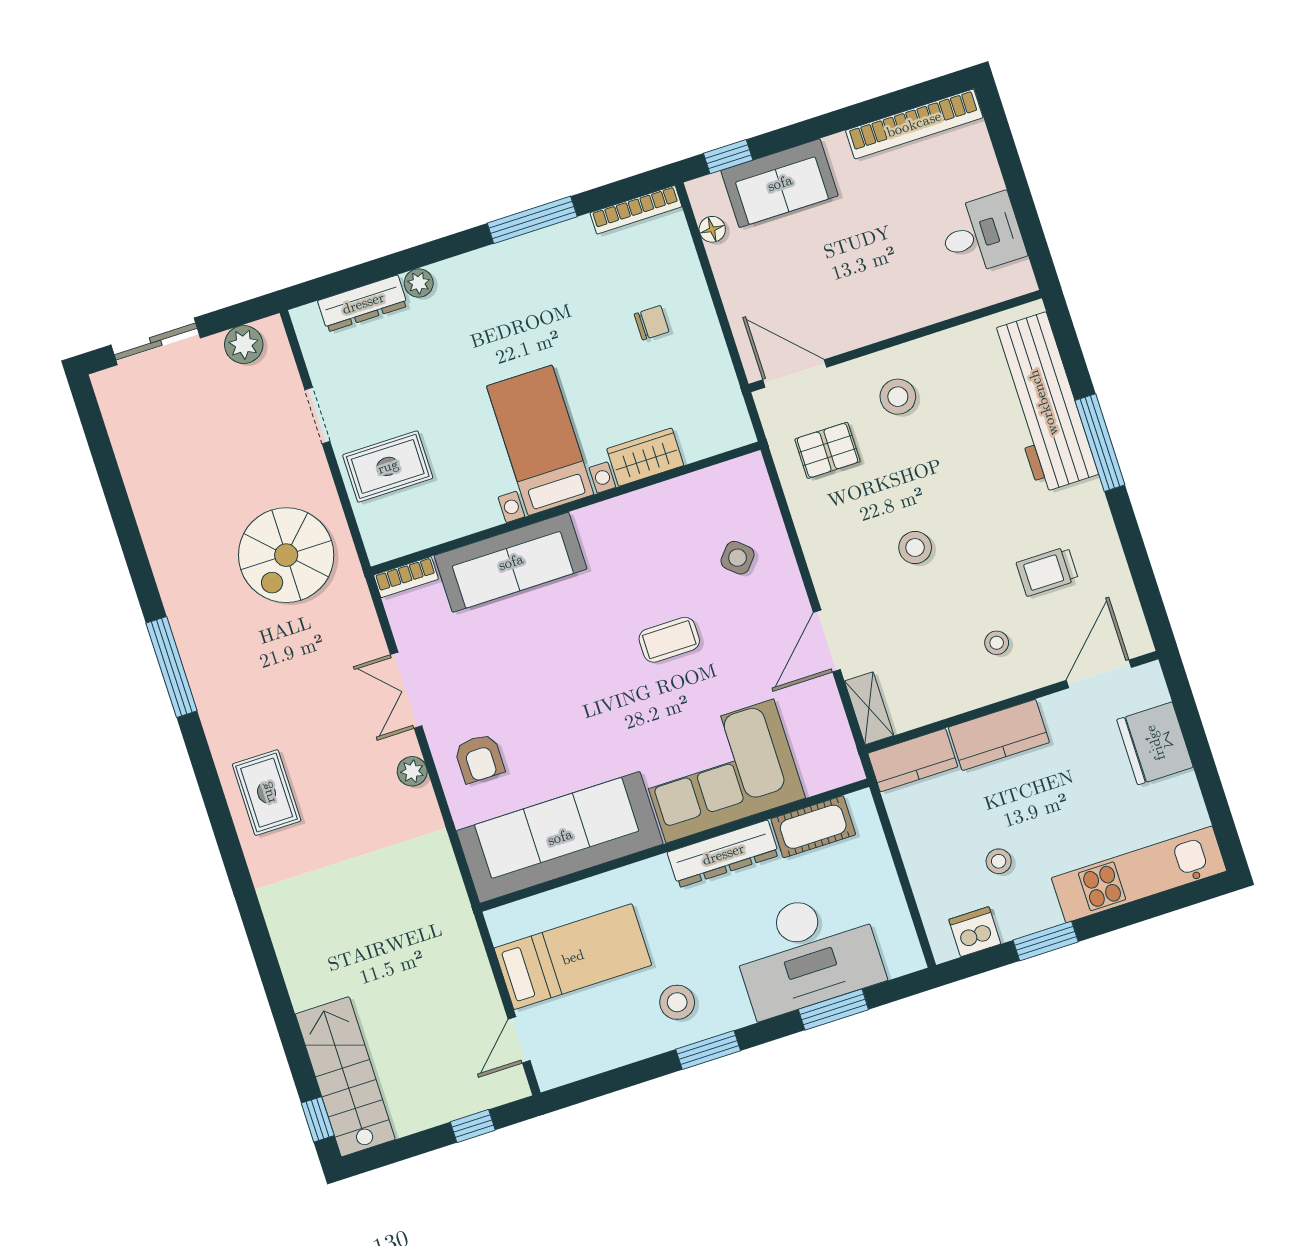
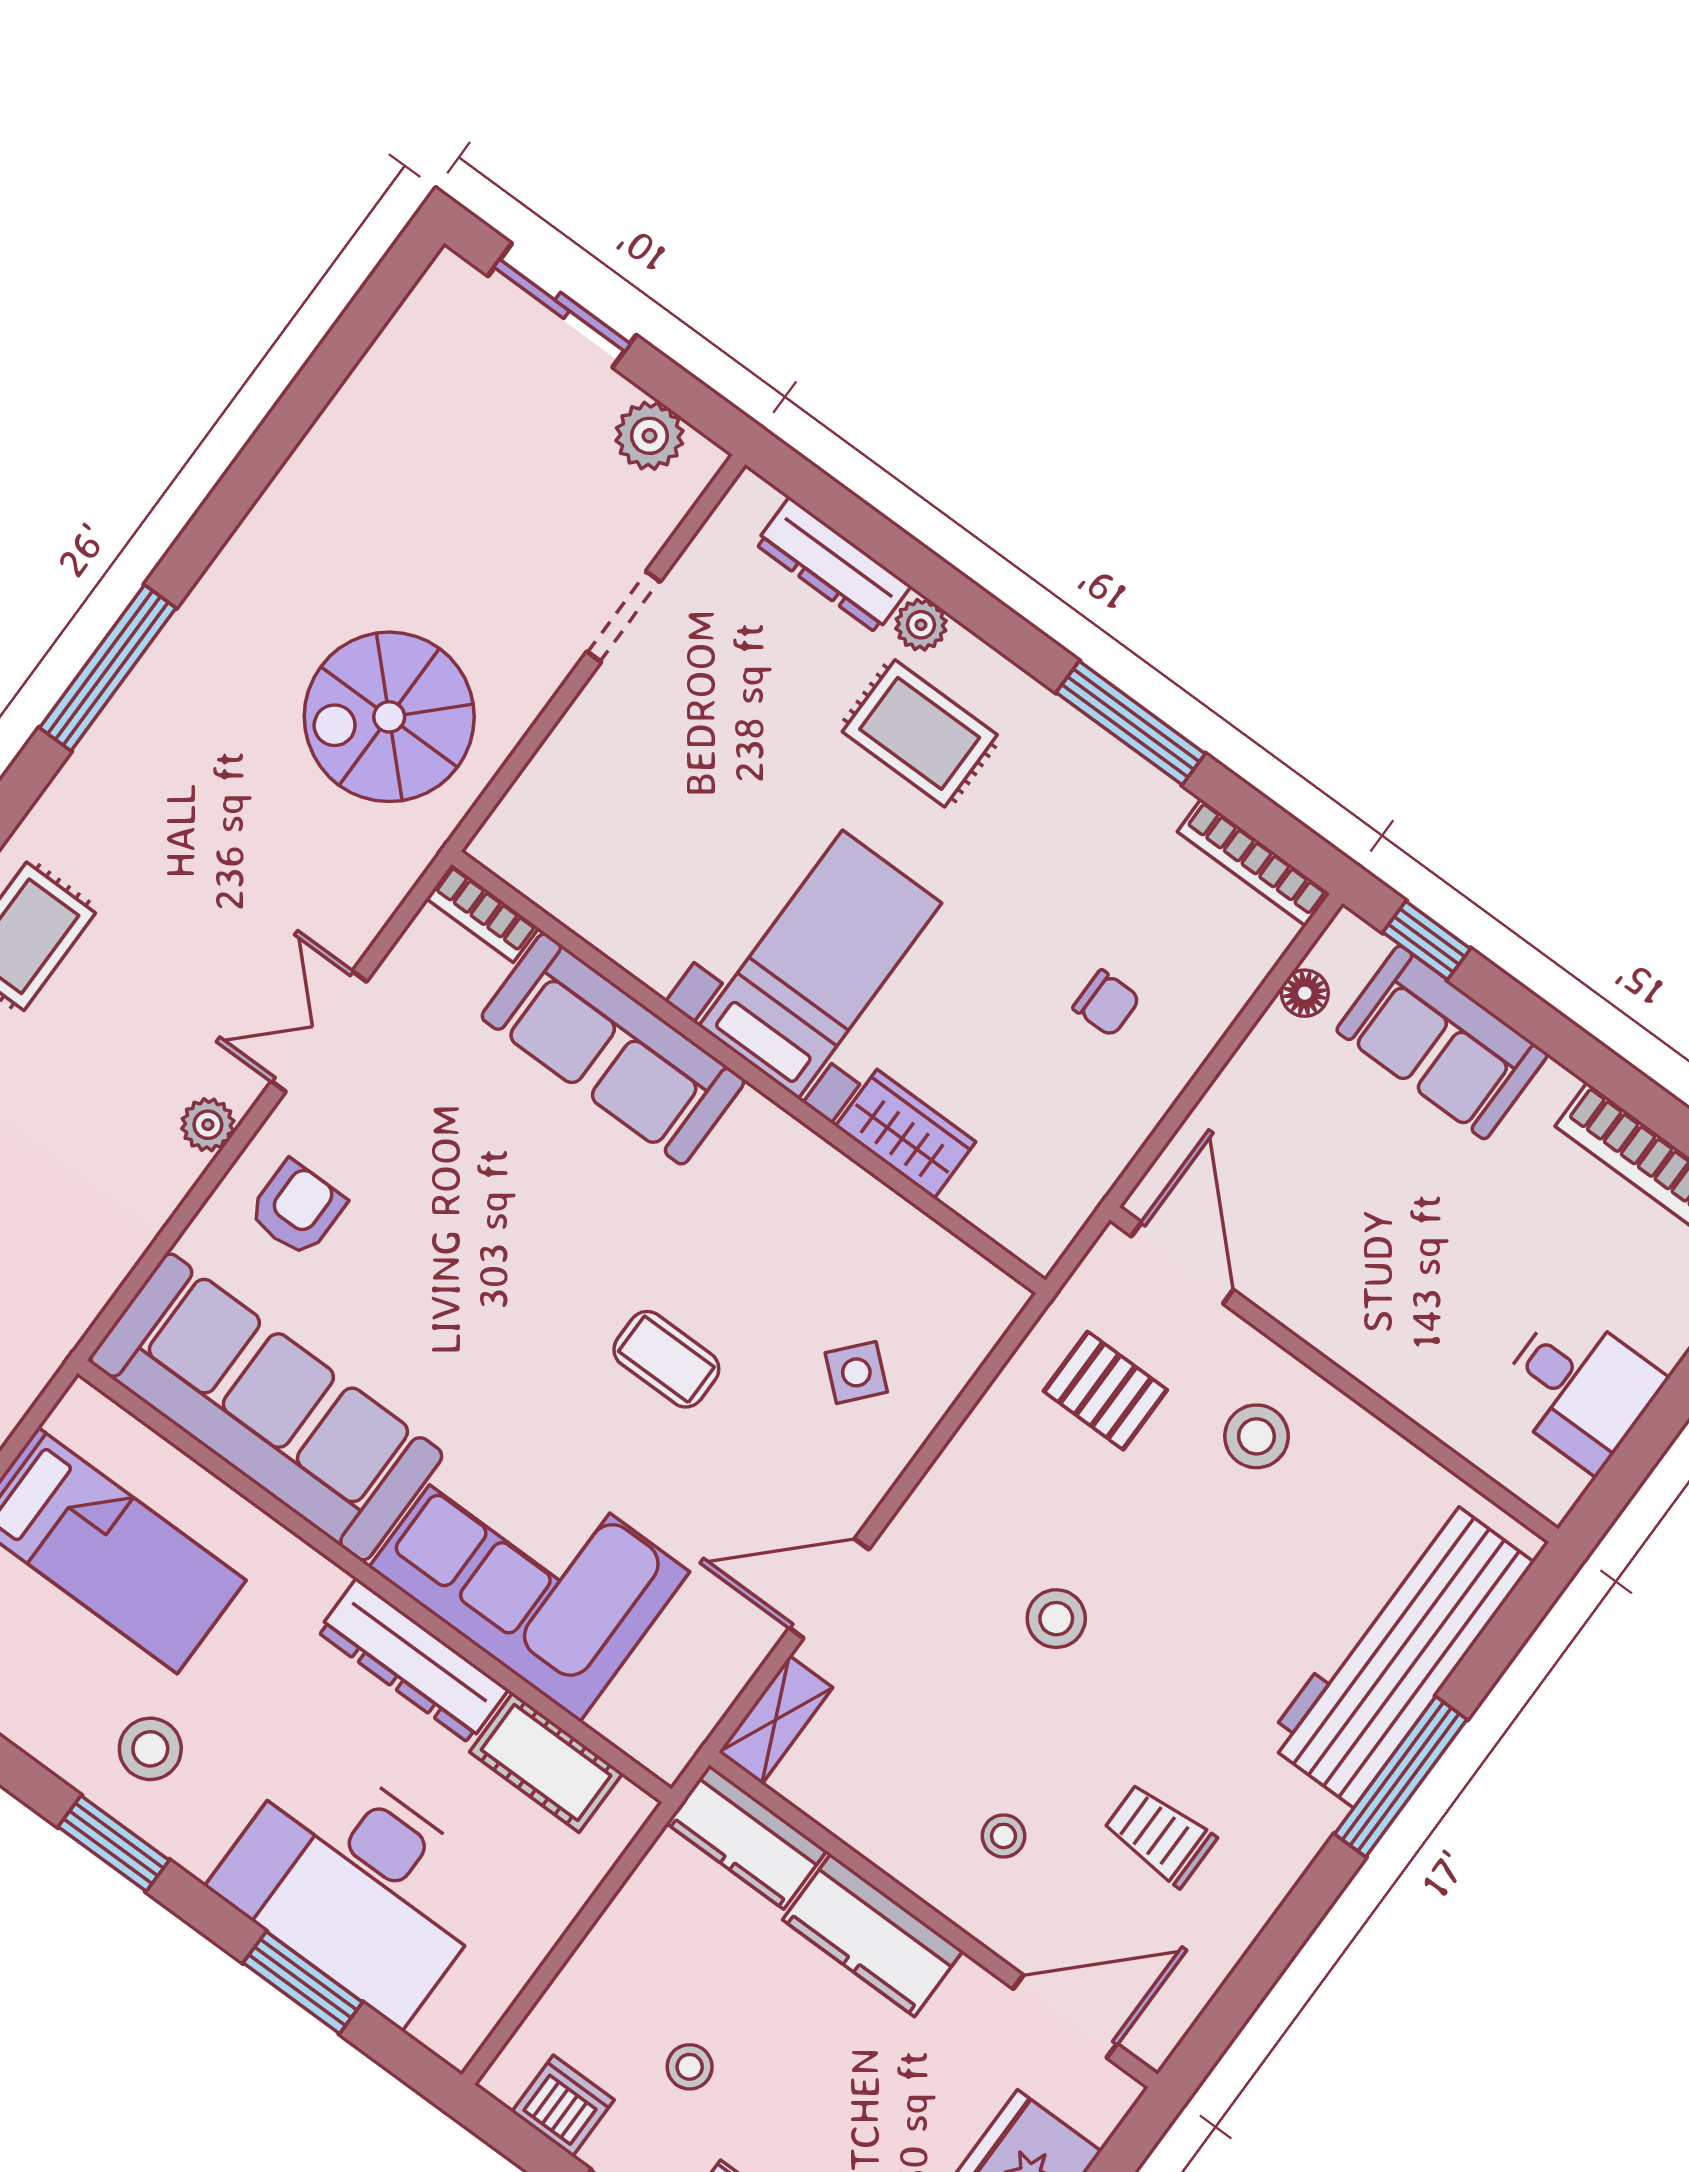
rug: (388, 466) -> (920, 733), moved
armchair: (479, 758) -> (297, 1208), turned 180

